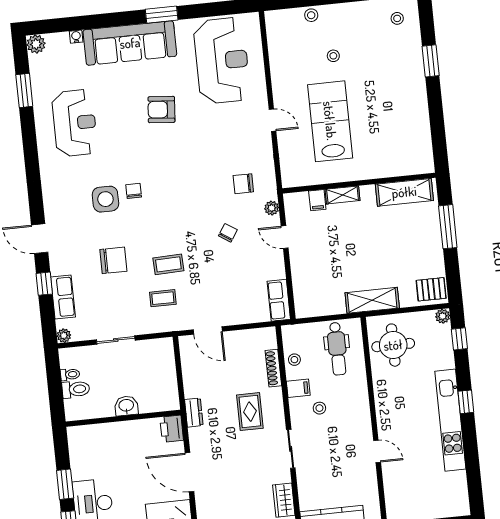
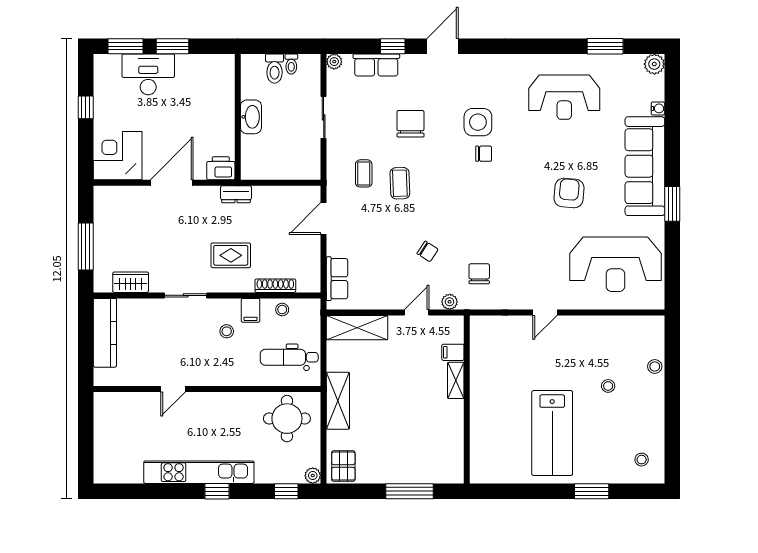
lab bench: (330, 121) -> (552, 433), moved, turned 90
shelving: (404, 192) -> (357, 328), moved, turned 90
chair: (113, 260) -> (410, 124), turned 180
row of seats: (279, 300) -> (337, 279), moved, turned 90
washbasin: (126, 406) -> (251, 117), width x1.38

